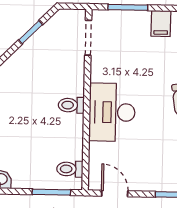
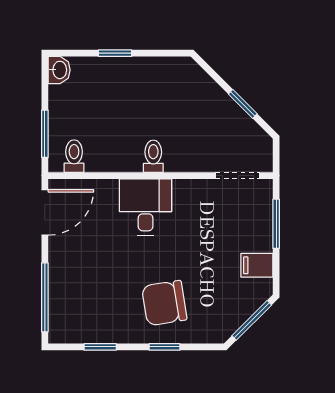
desk: (112, 112) -> (146, 207), width x0.73
door: (115, 193) -> (45, 212), width x1.38

